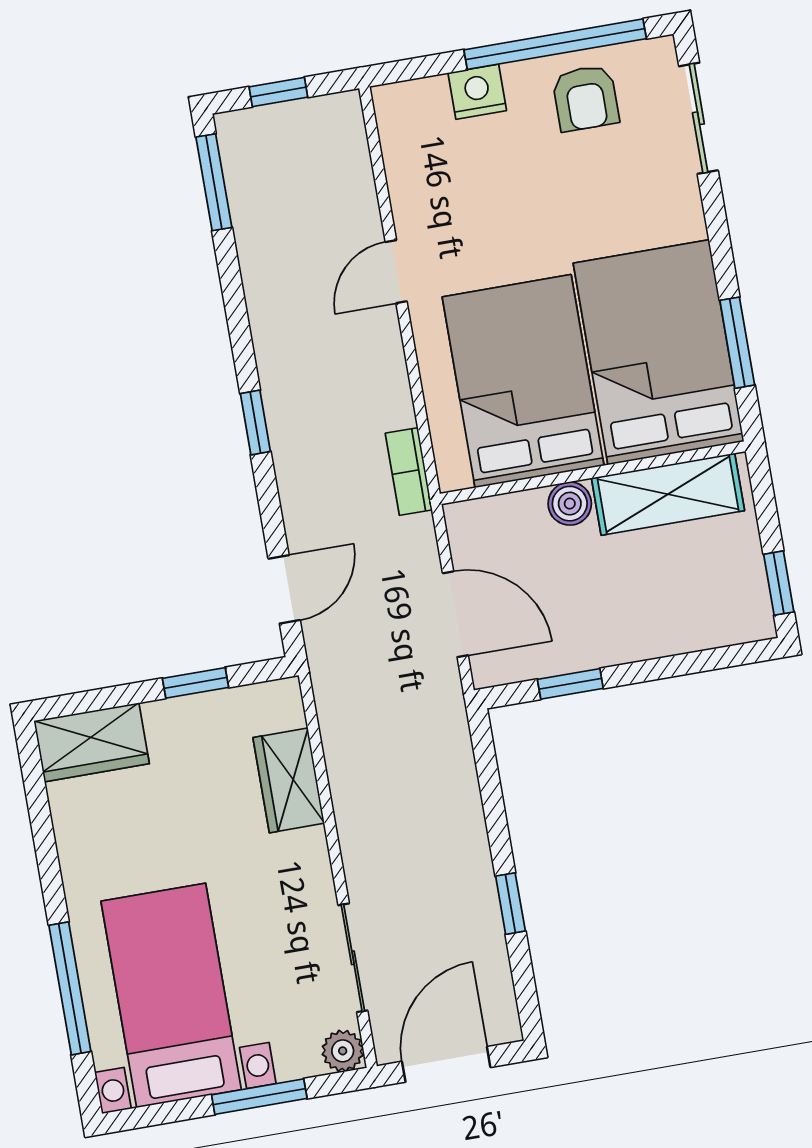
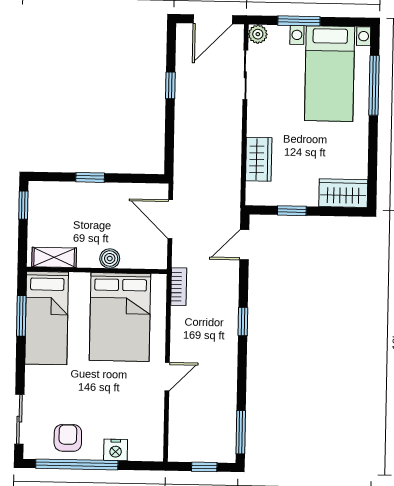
bed: (659, 352) -> (47, 318), width x0.67
shelving: (668, 494) -> (54, 257), width x0.67, depth x0.75
window: (570, 684) -> (90, 177), moved

